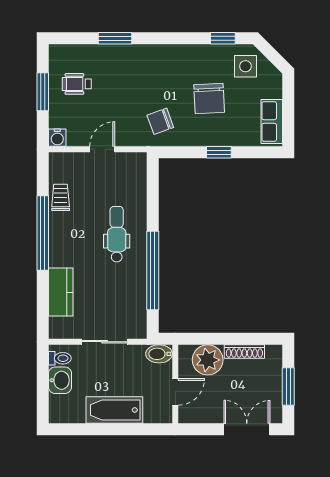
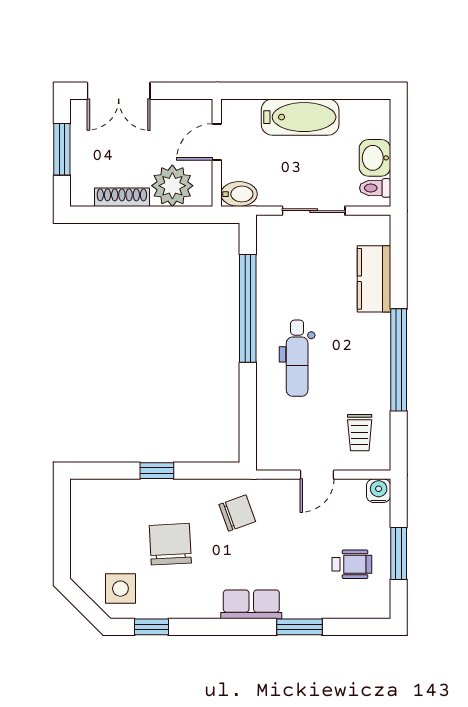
row of seats: (272, 121) -> (251, 604), moved, turned -90
trolley: (61, 197) -> (360, 433), moved

